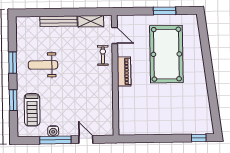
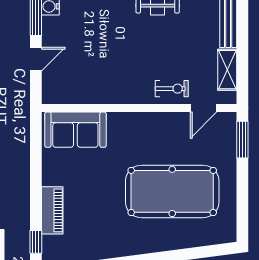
window: (164, 11) -> (242, 140), moved
piano: (124, 71) -> (52, 210), moved, turned -90
sofa: (129, 114) -> (75, 130), added

